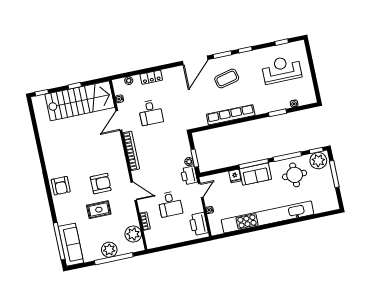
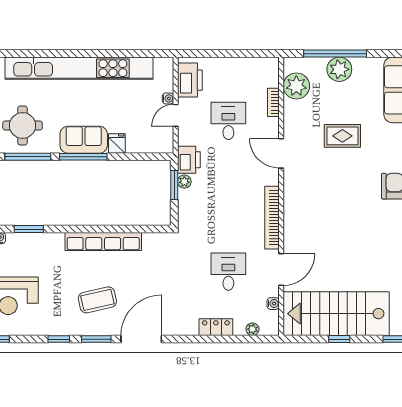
armchair: (101, 184) -> (331, 176), removed
door: (201, 190) -> (176, 115), moved

